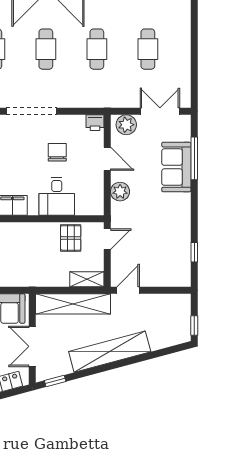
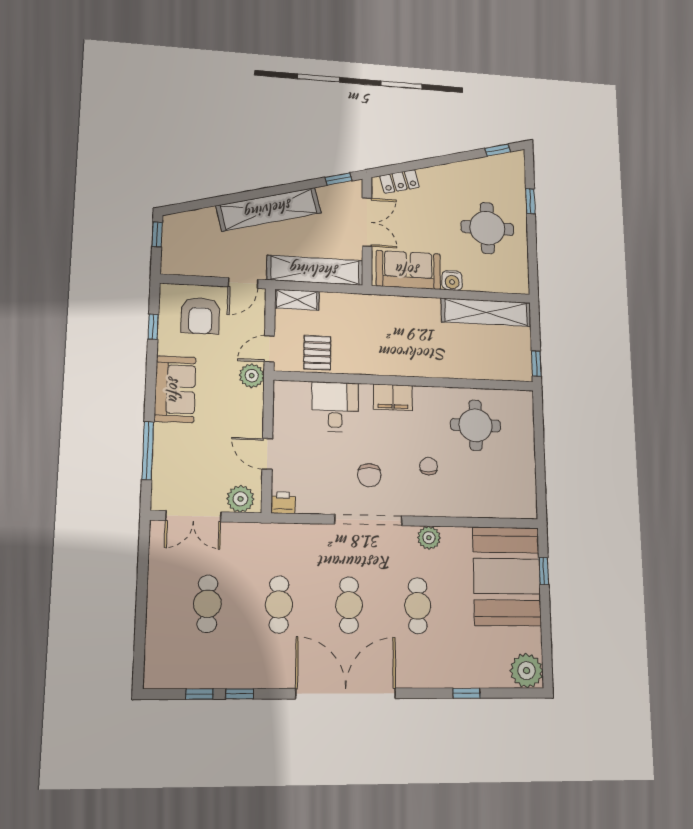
chair: (57, 152) -> (369, 475), moved
sofa: (176, 167) -> (175, 389), moved
plant: (120, 192) -> (252, 376), moved
armchair: (160, 263) -> (200, 316), added

